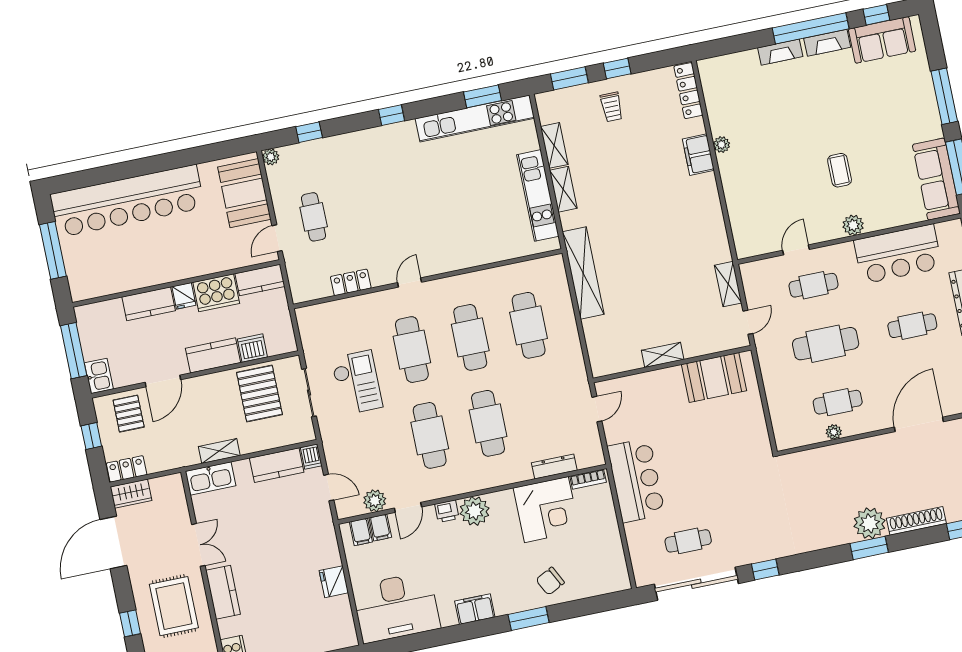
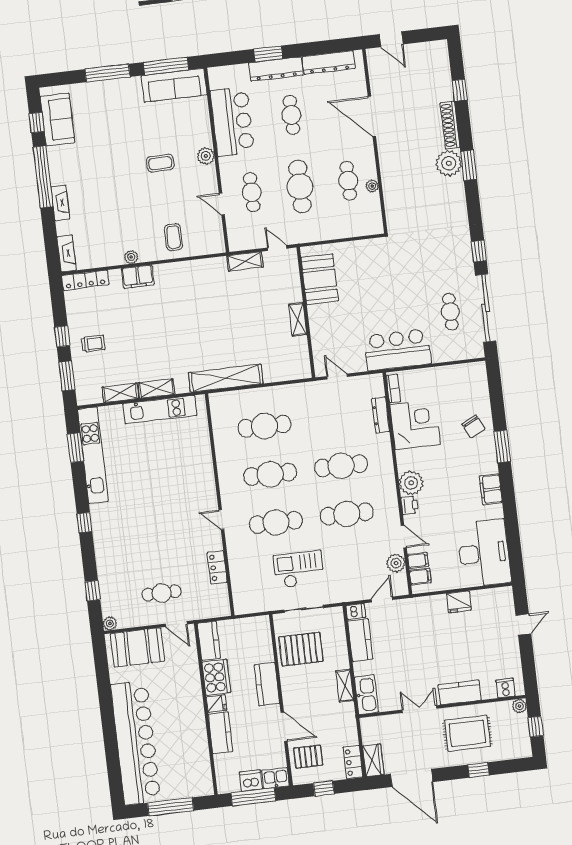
fireplace: (827, 43) -> (67, 253), moved
coffee table: (750, 194) -> (174, 237), added
dishwasher: (252, 348) -> (251, 781), moved, turned 90

